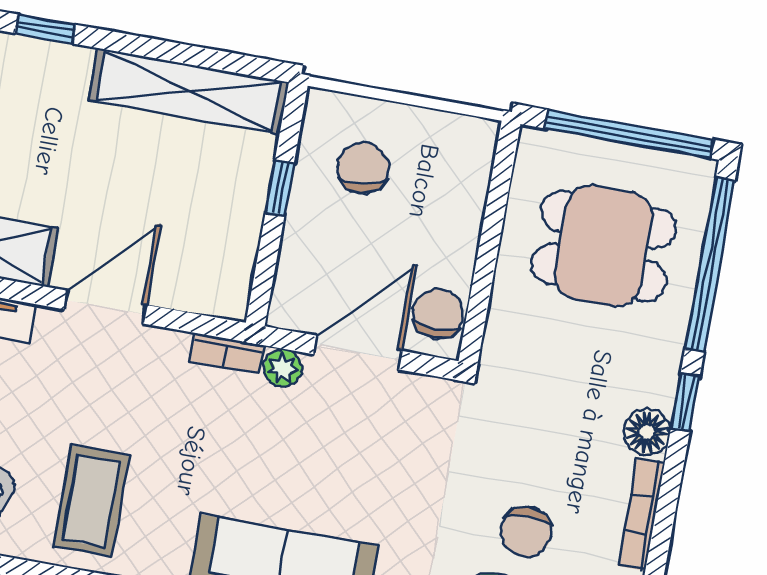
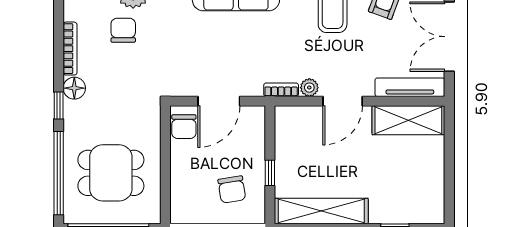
plant: (283, 368) -> (309, 88), moved

